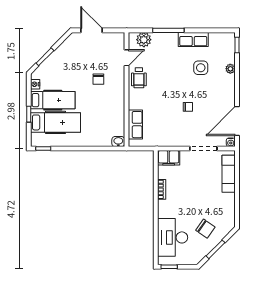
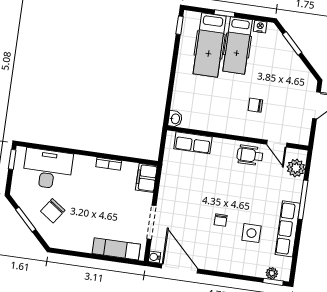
row of seats: (193, 39) -> (288, 229), width x1.48
plant: (230, 69) -> (272, 273), moved
chair: (188, 107) -> (221, 220), moved

